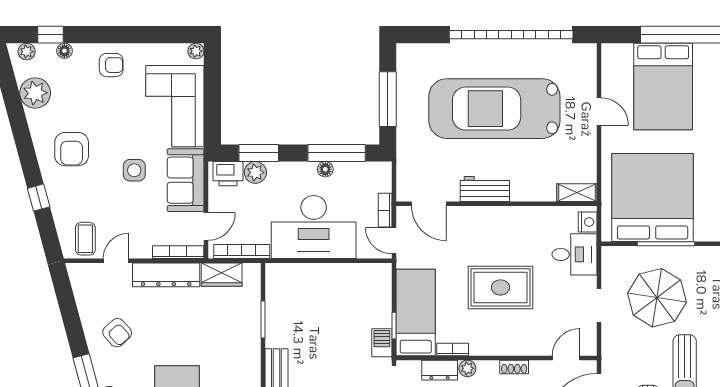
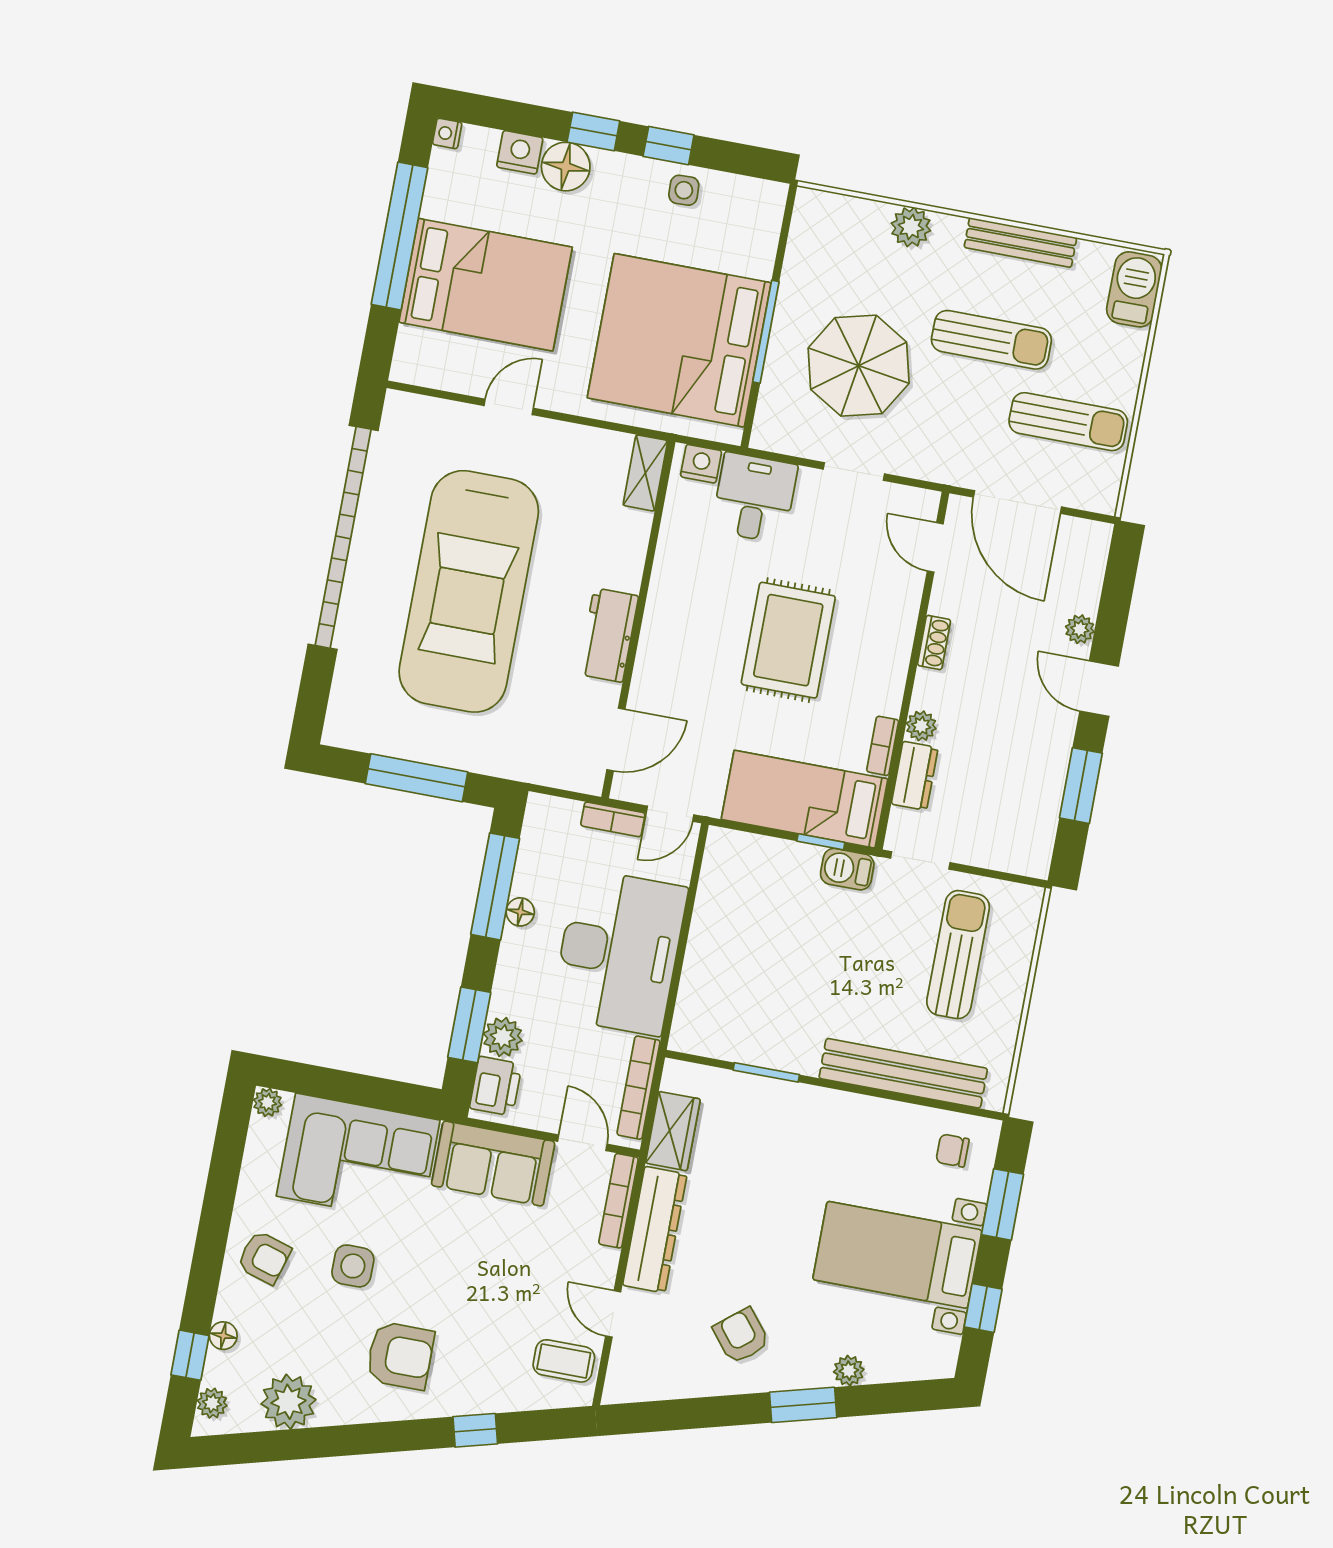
armchair: (111, 65) -> (264, 1257), turned 107
side table: (134, 170) -> (353, 1266), moved
armchair: (117, 333) -> (741, 1336), turned -87

